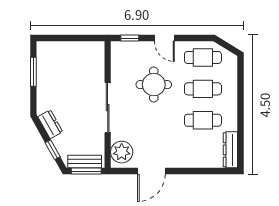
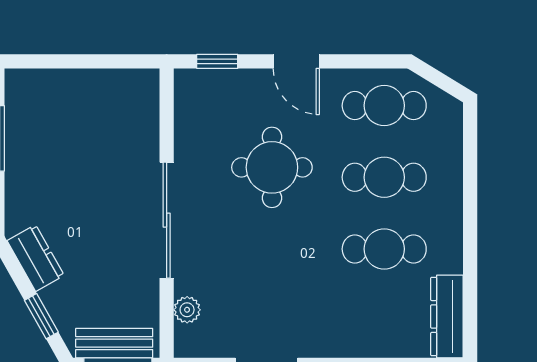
plant: (122, 152) -> (187, 310), width x0.53, depth x0.53

